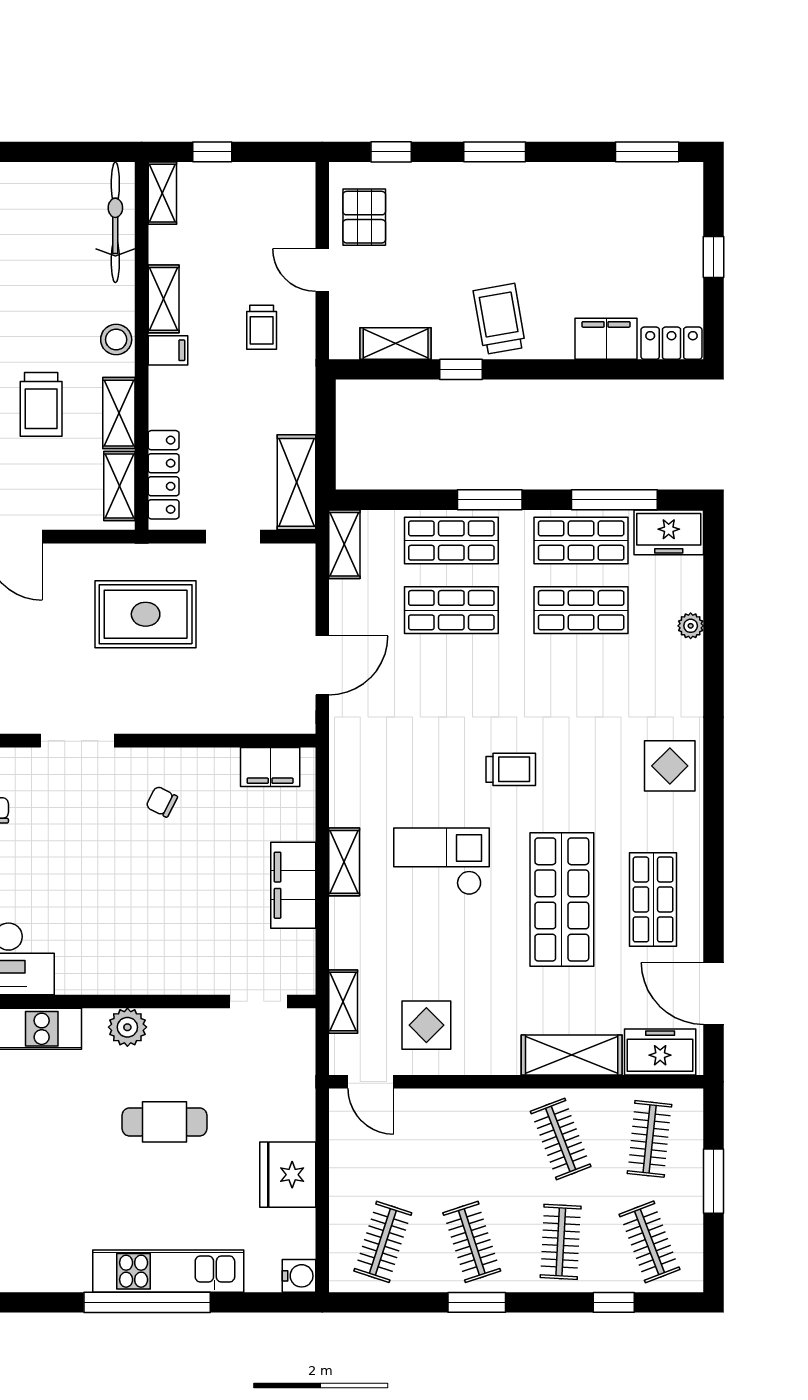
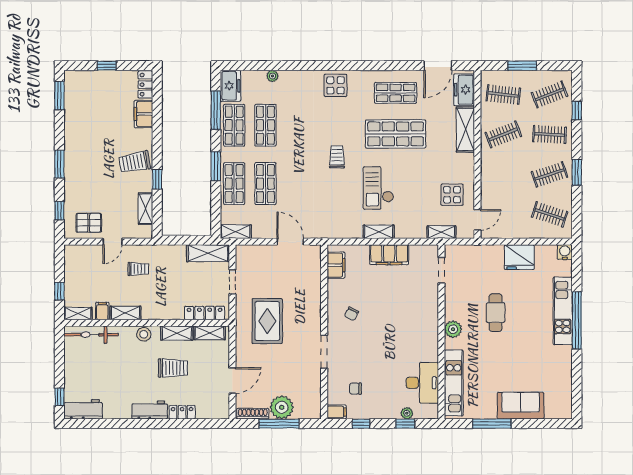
filing cabinet: (168, 350) -> (102, 311), moved

